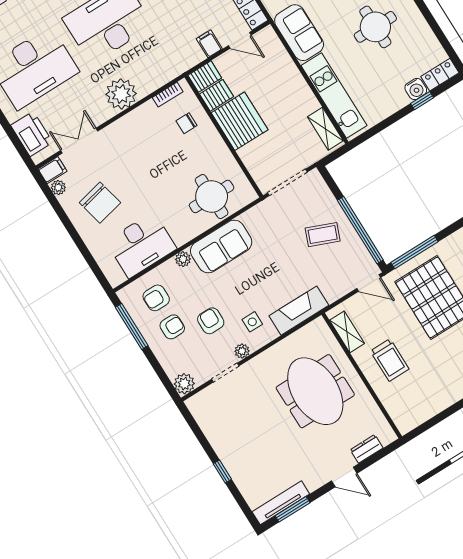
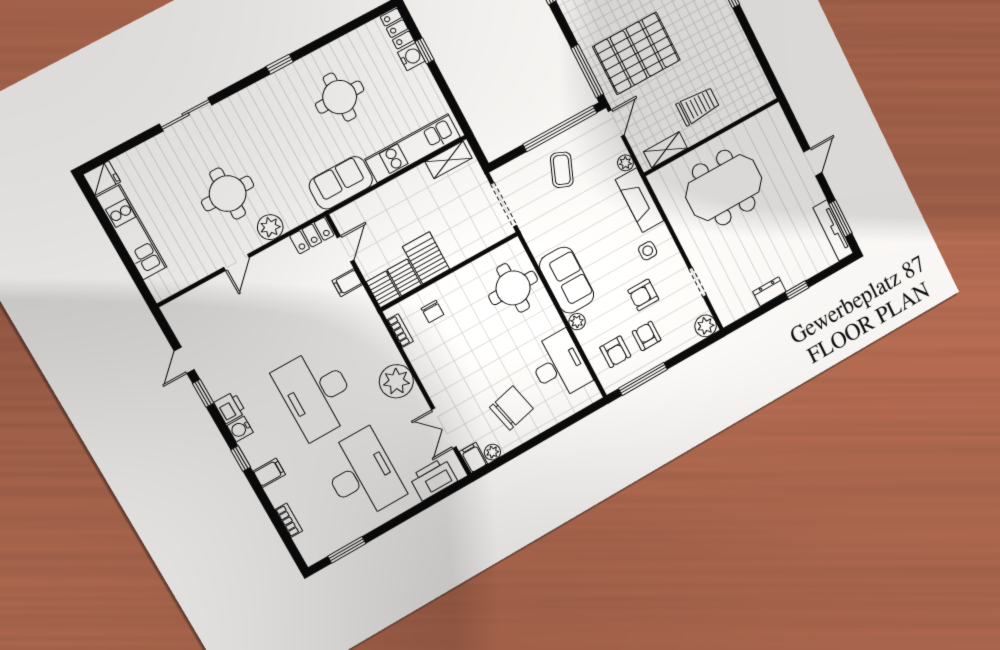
server rack: (240, 121) -> (426, 258), width x0.63
plant: (242, 351) -> (625, 163), moved
dresser: (367, 449) -> (770, 292), moved, turned 90

